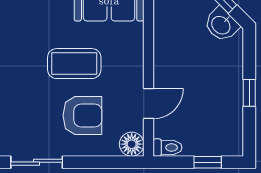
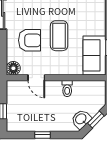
armchair: (82, 116) -> (30, 40), turned -90
toilet: (168, 148) -> (67, 89), moved

